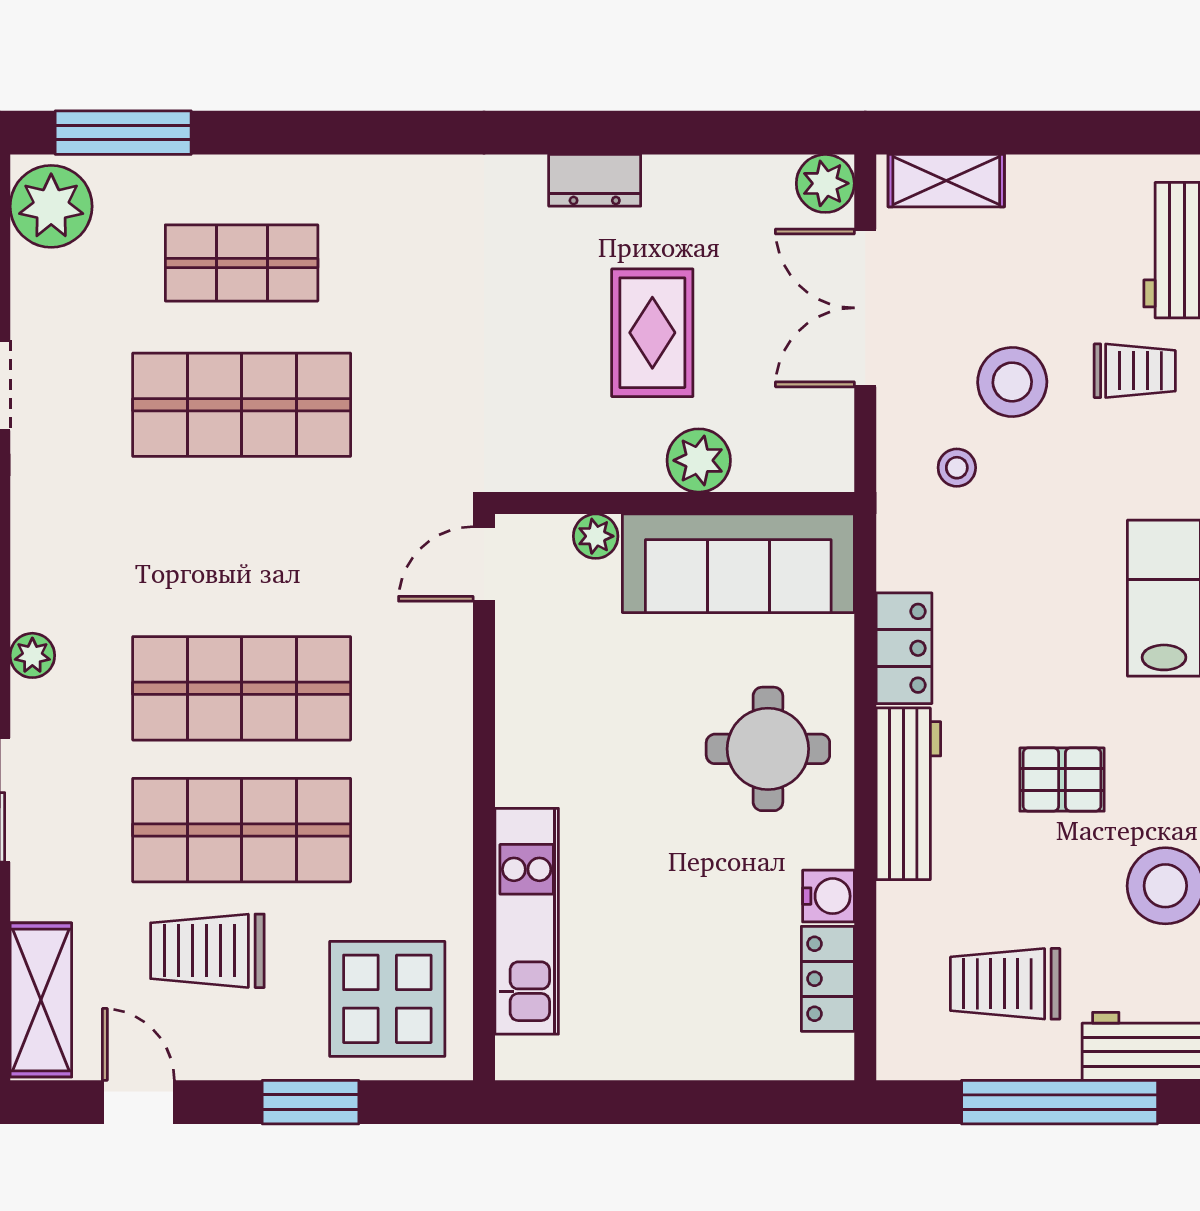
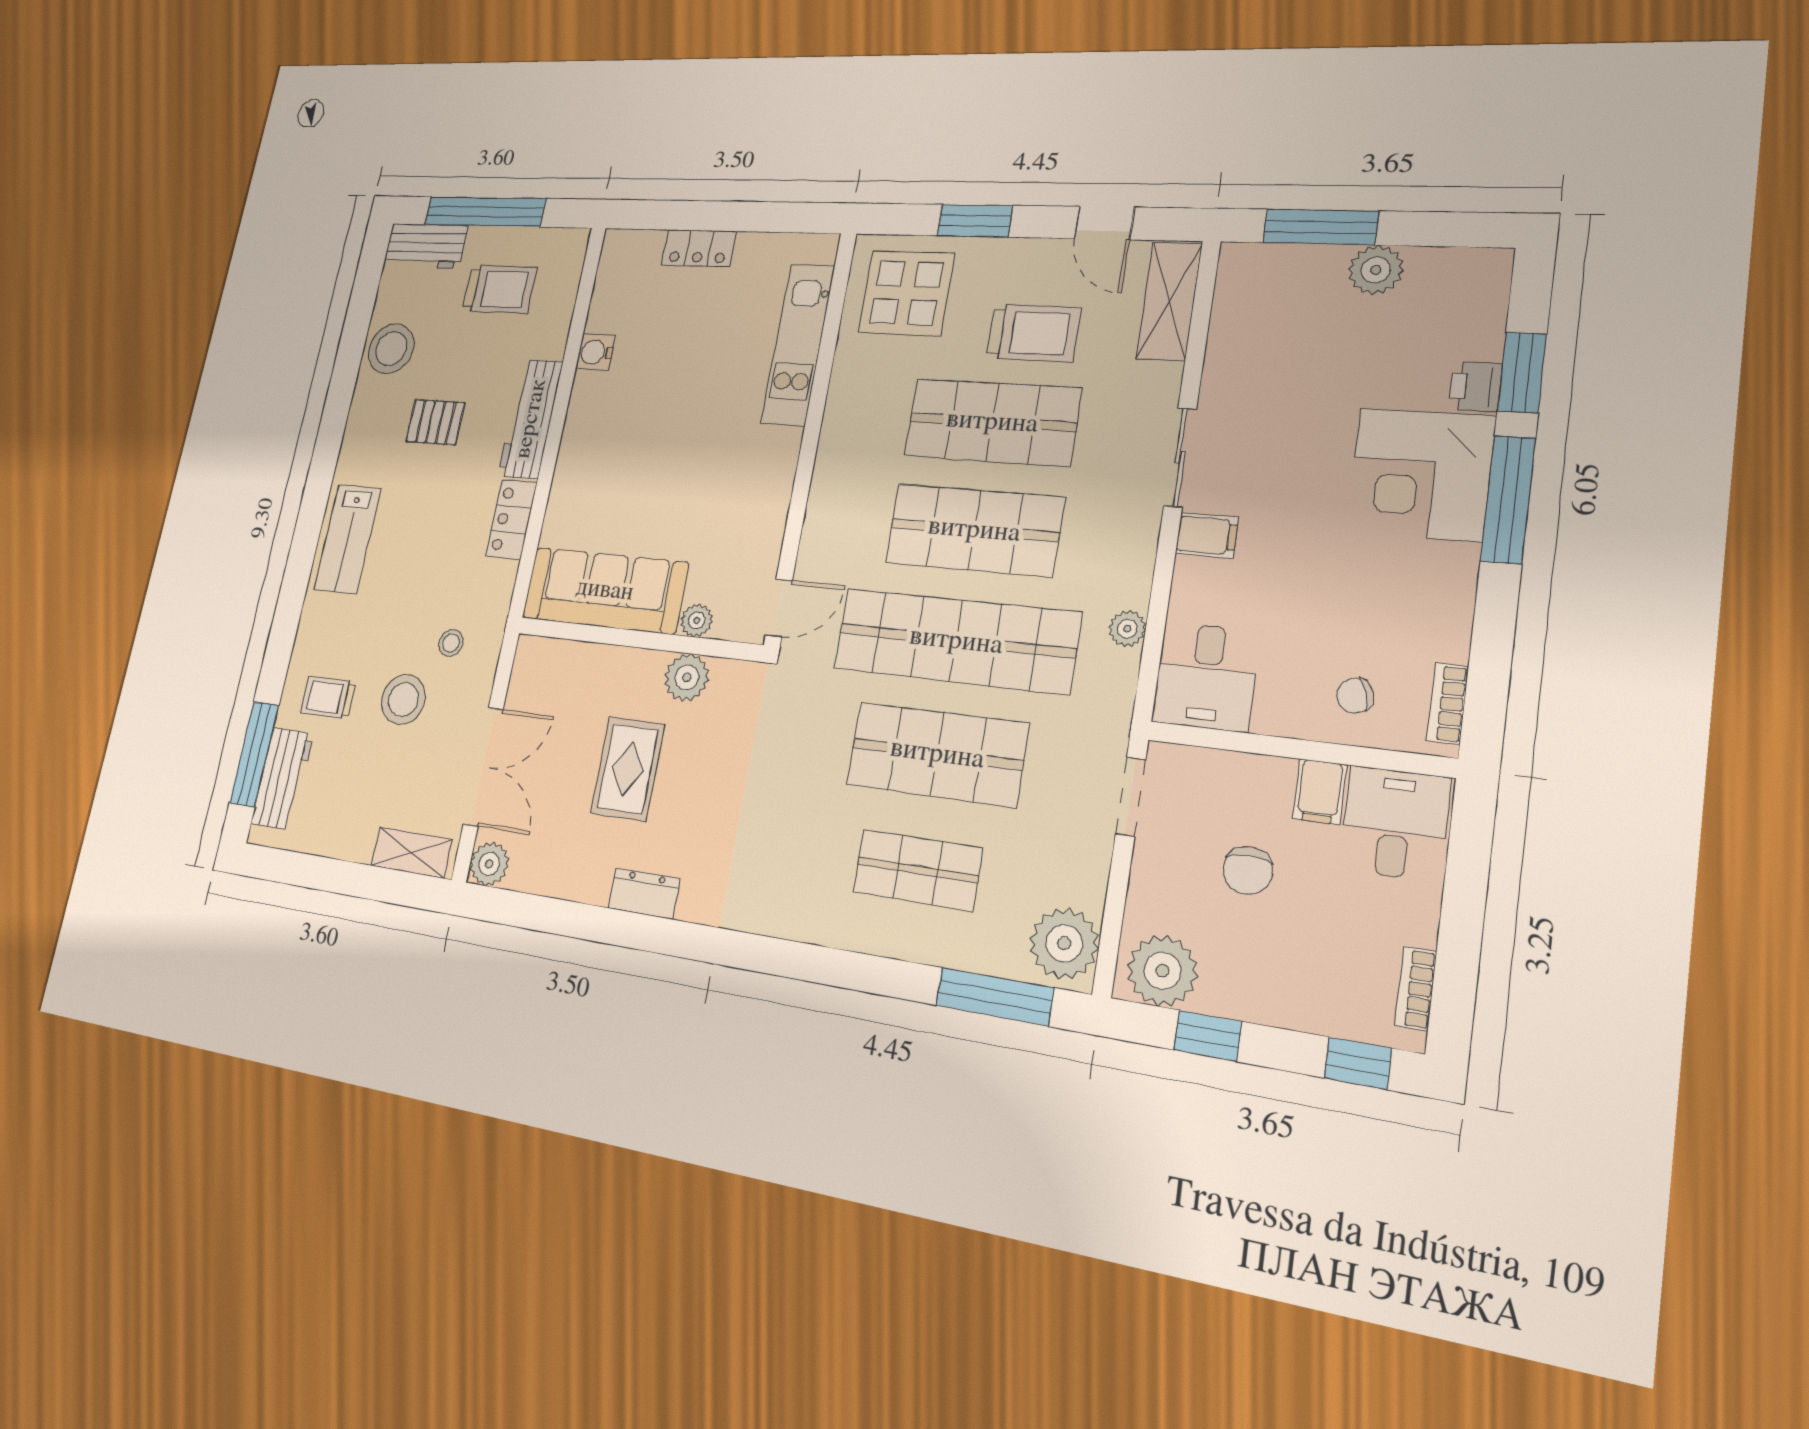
plant: (699, 460) -> (687, 677), moved
shop shelf: (242, 547) -> (956, 641), added
plant: (32, 655) -> (1127, 629), moved
round table: (768, 749) -> (613, 456), removed
locker: (828, 979) -> (699, 248), moved, turned 90

